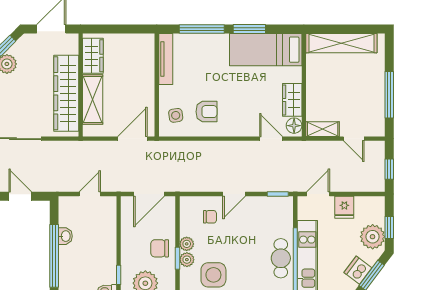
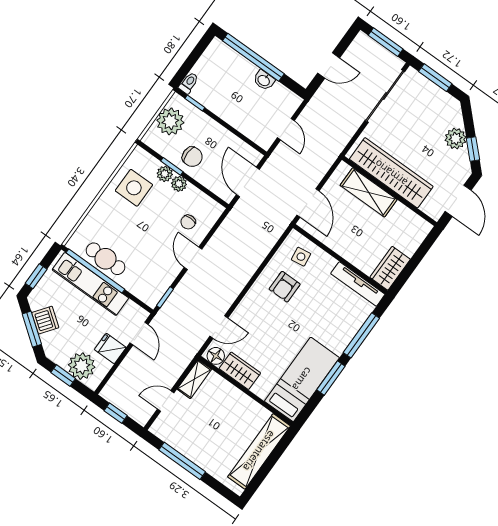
wardrobe: (93, 56) -> (390, 268), moved, turned 90
plant: (373, 237) -> (82, 366), moved
chair: (160, 248) -> (192, 157), turned 90

